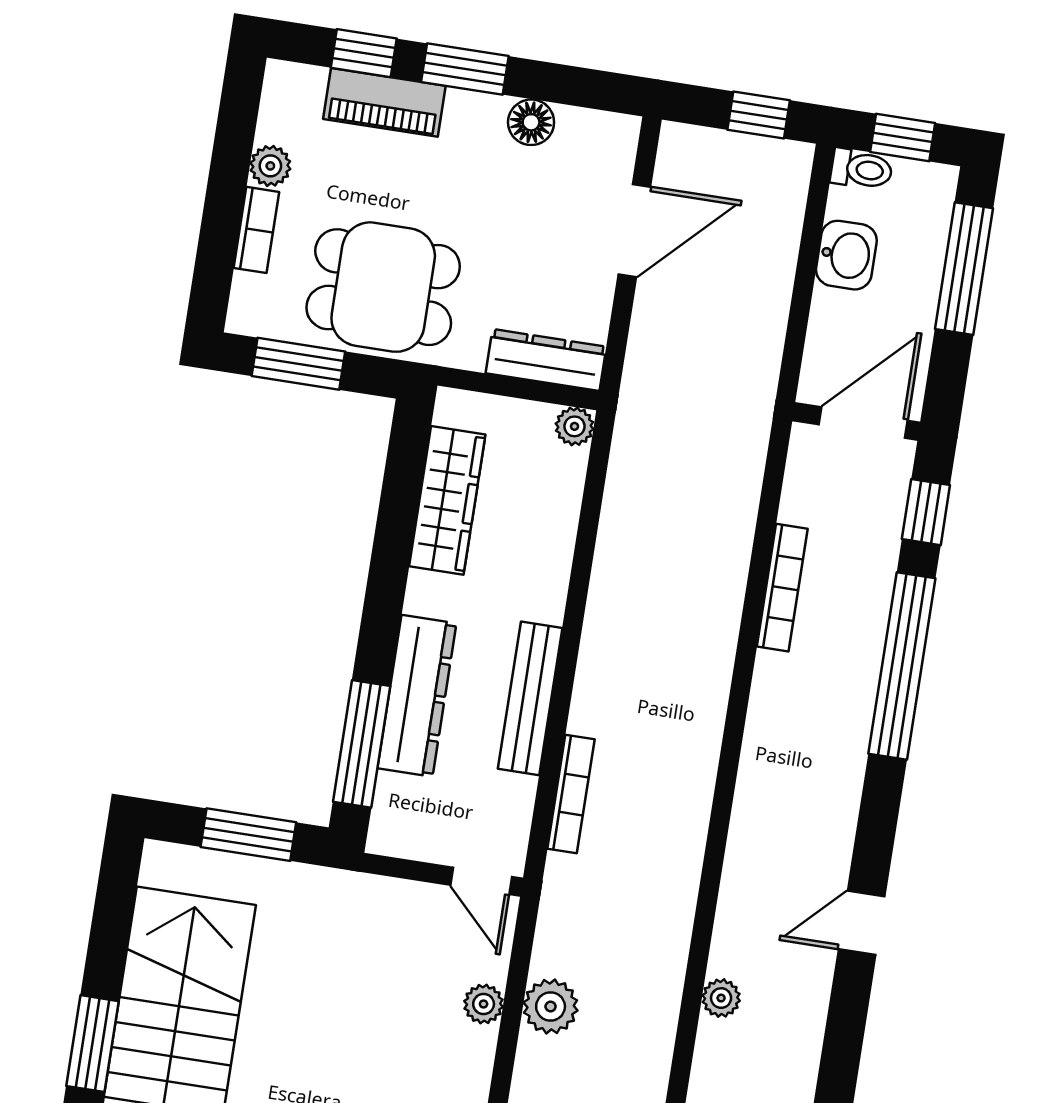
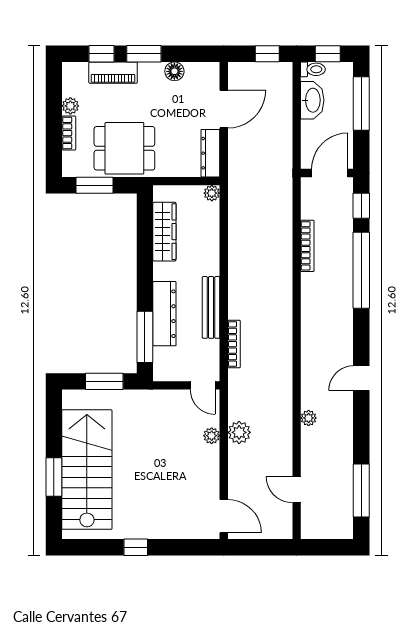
washbasin: (846, 255) -> (312, 100), width x1.38
dresser: (546, 360) -> (210, 153), moved, turned -90

